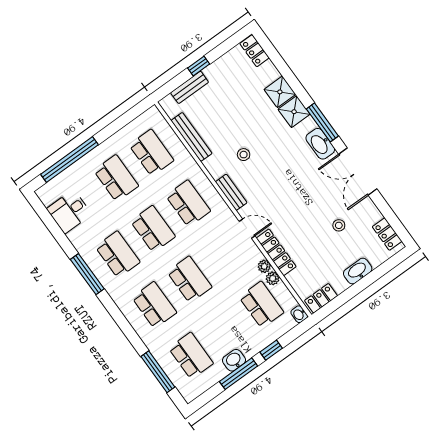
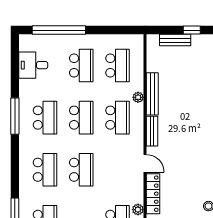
bench: (191, 137) -> (152, 94), moved
stool: (244, 155) -> (179, 112), removed
plant: (264, 266) -> (138, 97), moved

